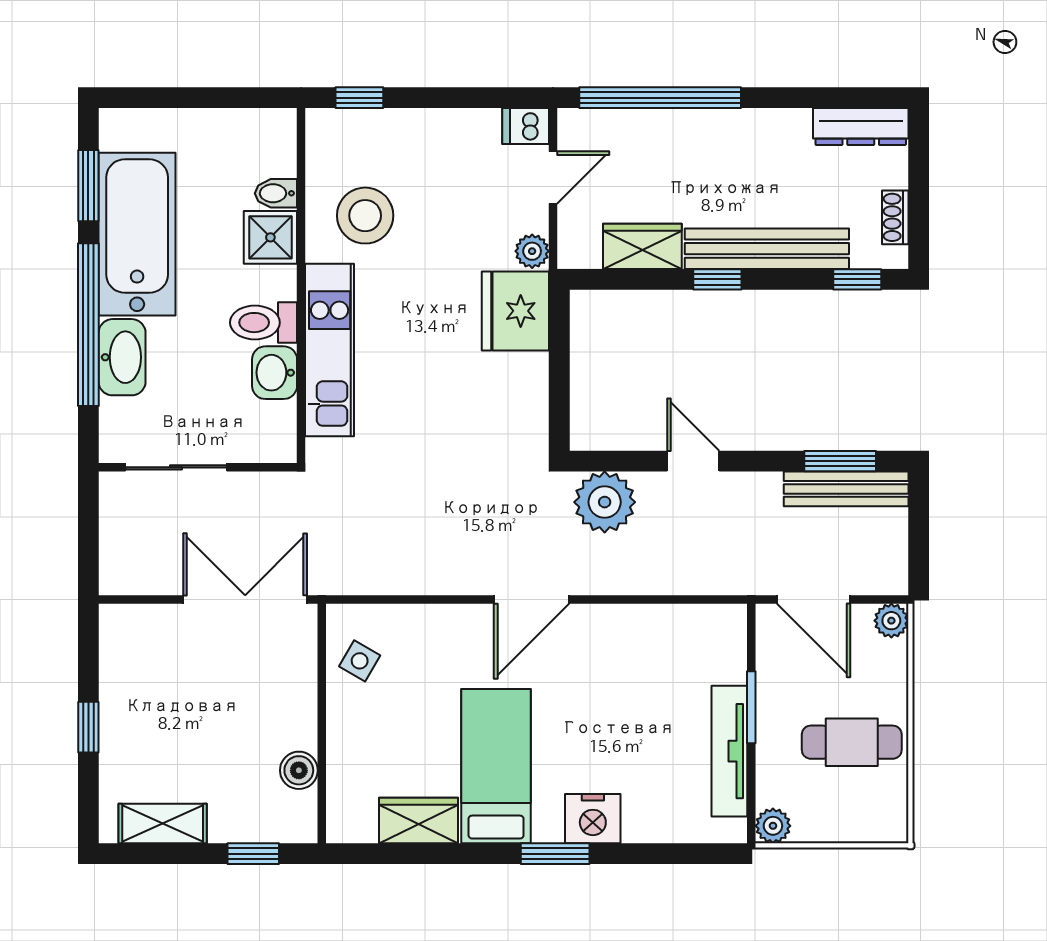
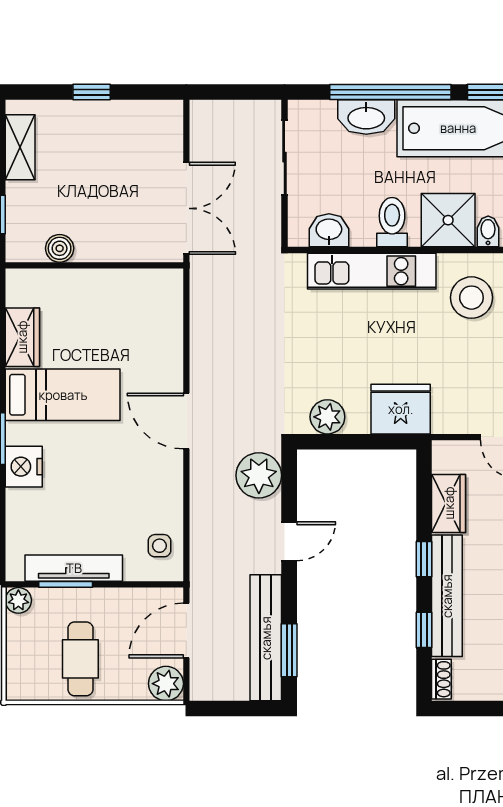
shoe rack: (895, 217) -> (441, 679), moved, turned 90
shower: (270, 237) -> (448, 220), width x1.36, depth x1.36
plant: (532, 251) -> (327, 417), moved, width x1.38, depth x1.38
window: (857, 279) -> (424, 630), moved
washbasin: (275, 373) -> (329, 230), moved
bench: (846, 489) -> (266, 638), width x1.37, depth x1.21
plant: (891, 621) -> (166, 684), width x1.38, depth x1.38
side table: (360, 661) -> (159, 546), moved, turned -30
window: (751, 707) -> (66, 584), moved

